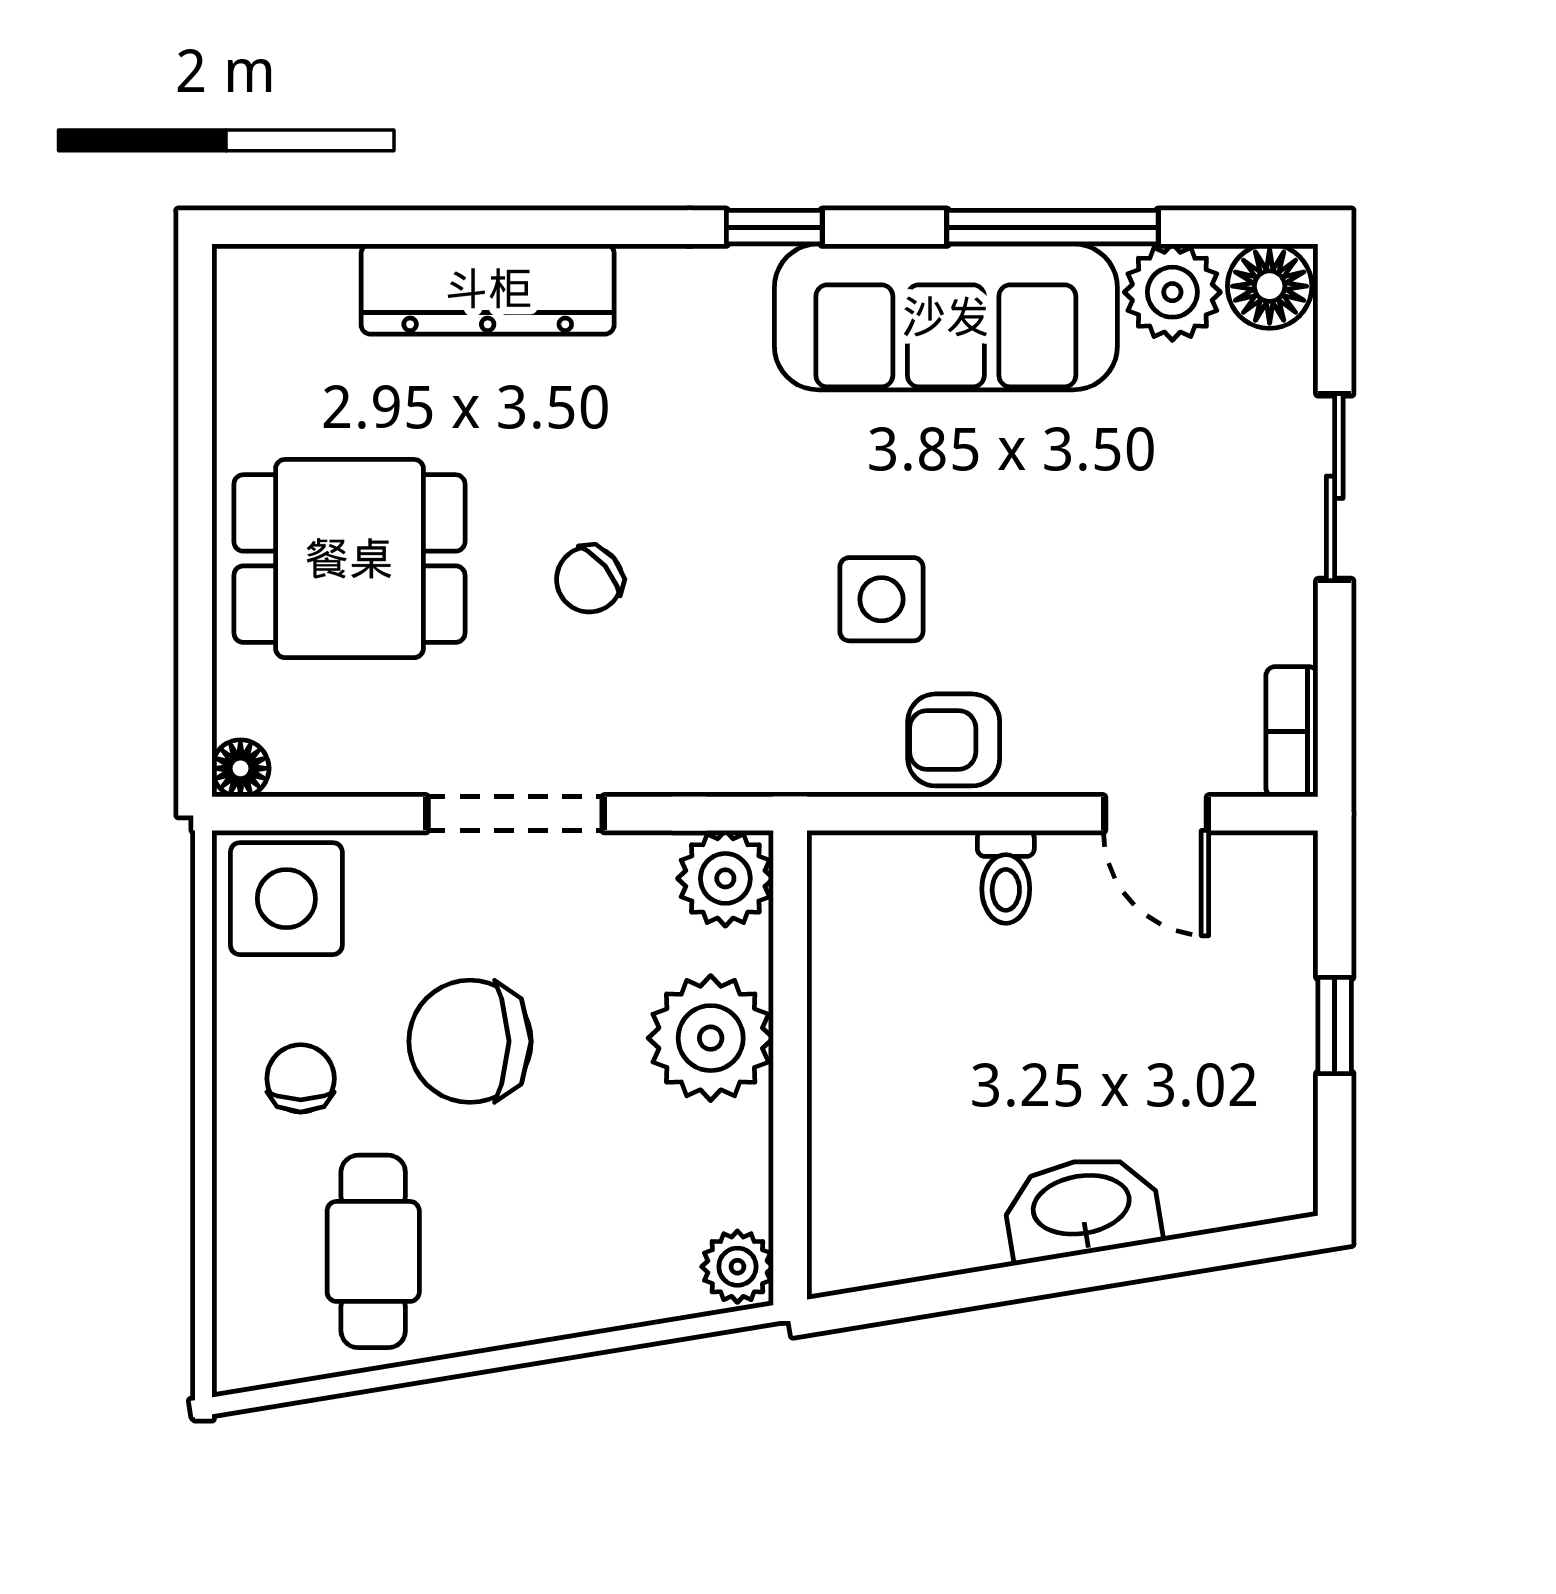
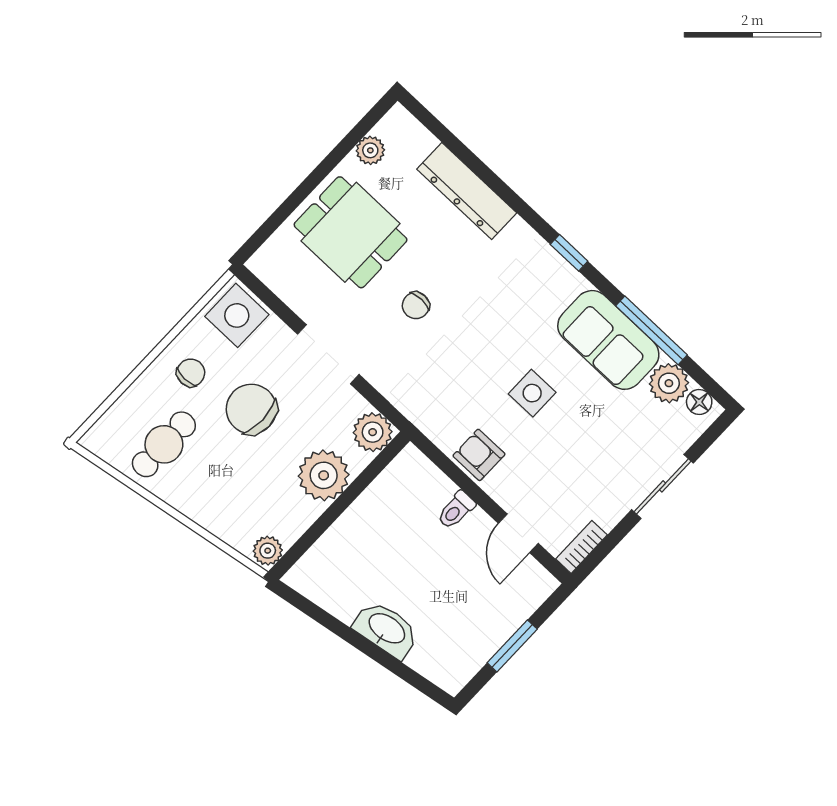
floor lamp: (1270, 286) -> (699, 402), width x0.73, depth x0.73
sofa: (946, 317) -> (608, 340), width x0.73
plant: (247, 379) -> (370, 150), added
chair: (589, 579) -> (416, 305), turned -50
side table: (881, 599) -> (532, 393), moved
floor lamp: (240, 768) -> (260, 264), removed
window: (1335, 1025) -> (512, 646), width x1.50

